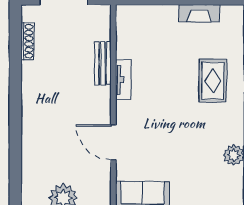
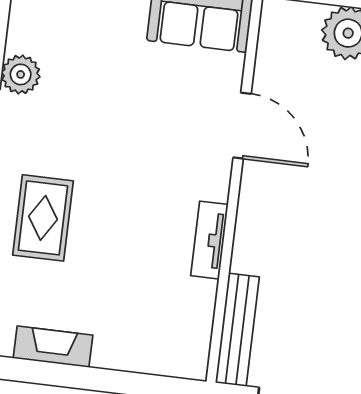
bench: (103, 63) -> (237, 330), moved, width x1.36

